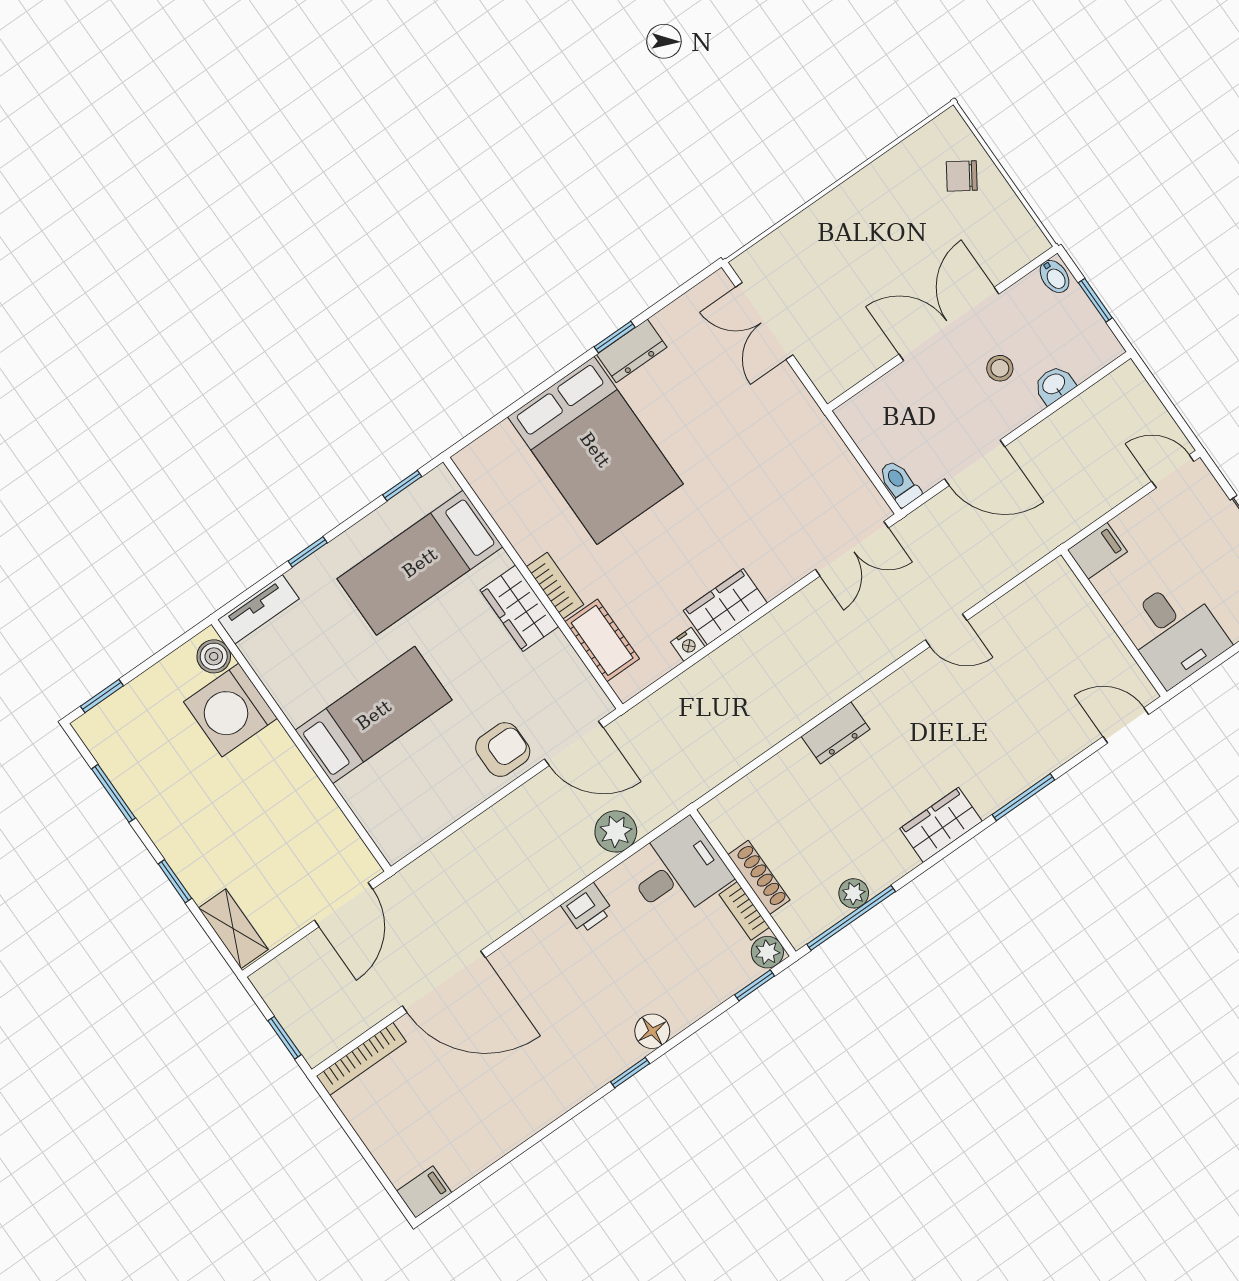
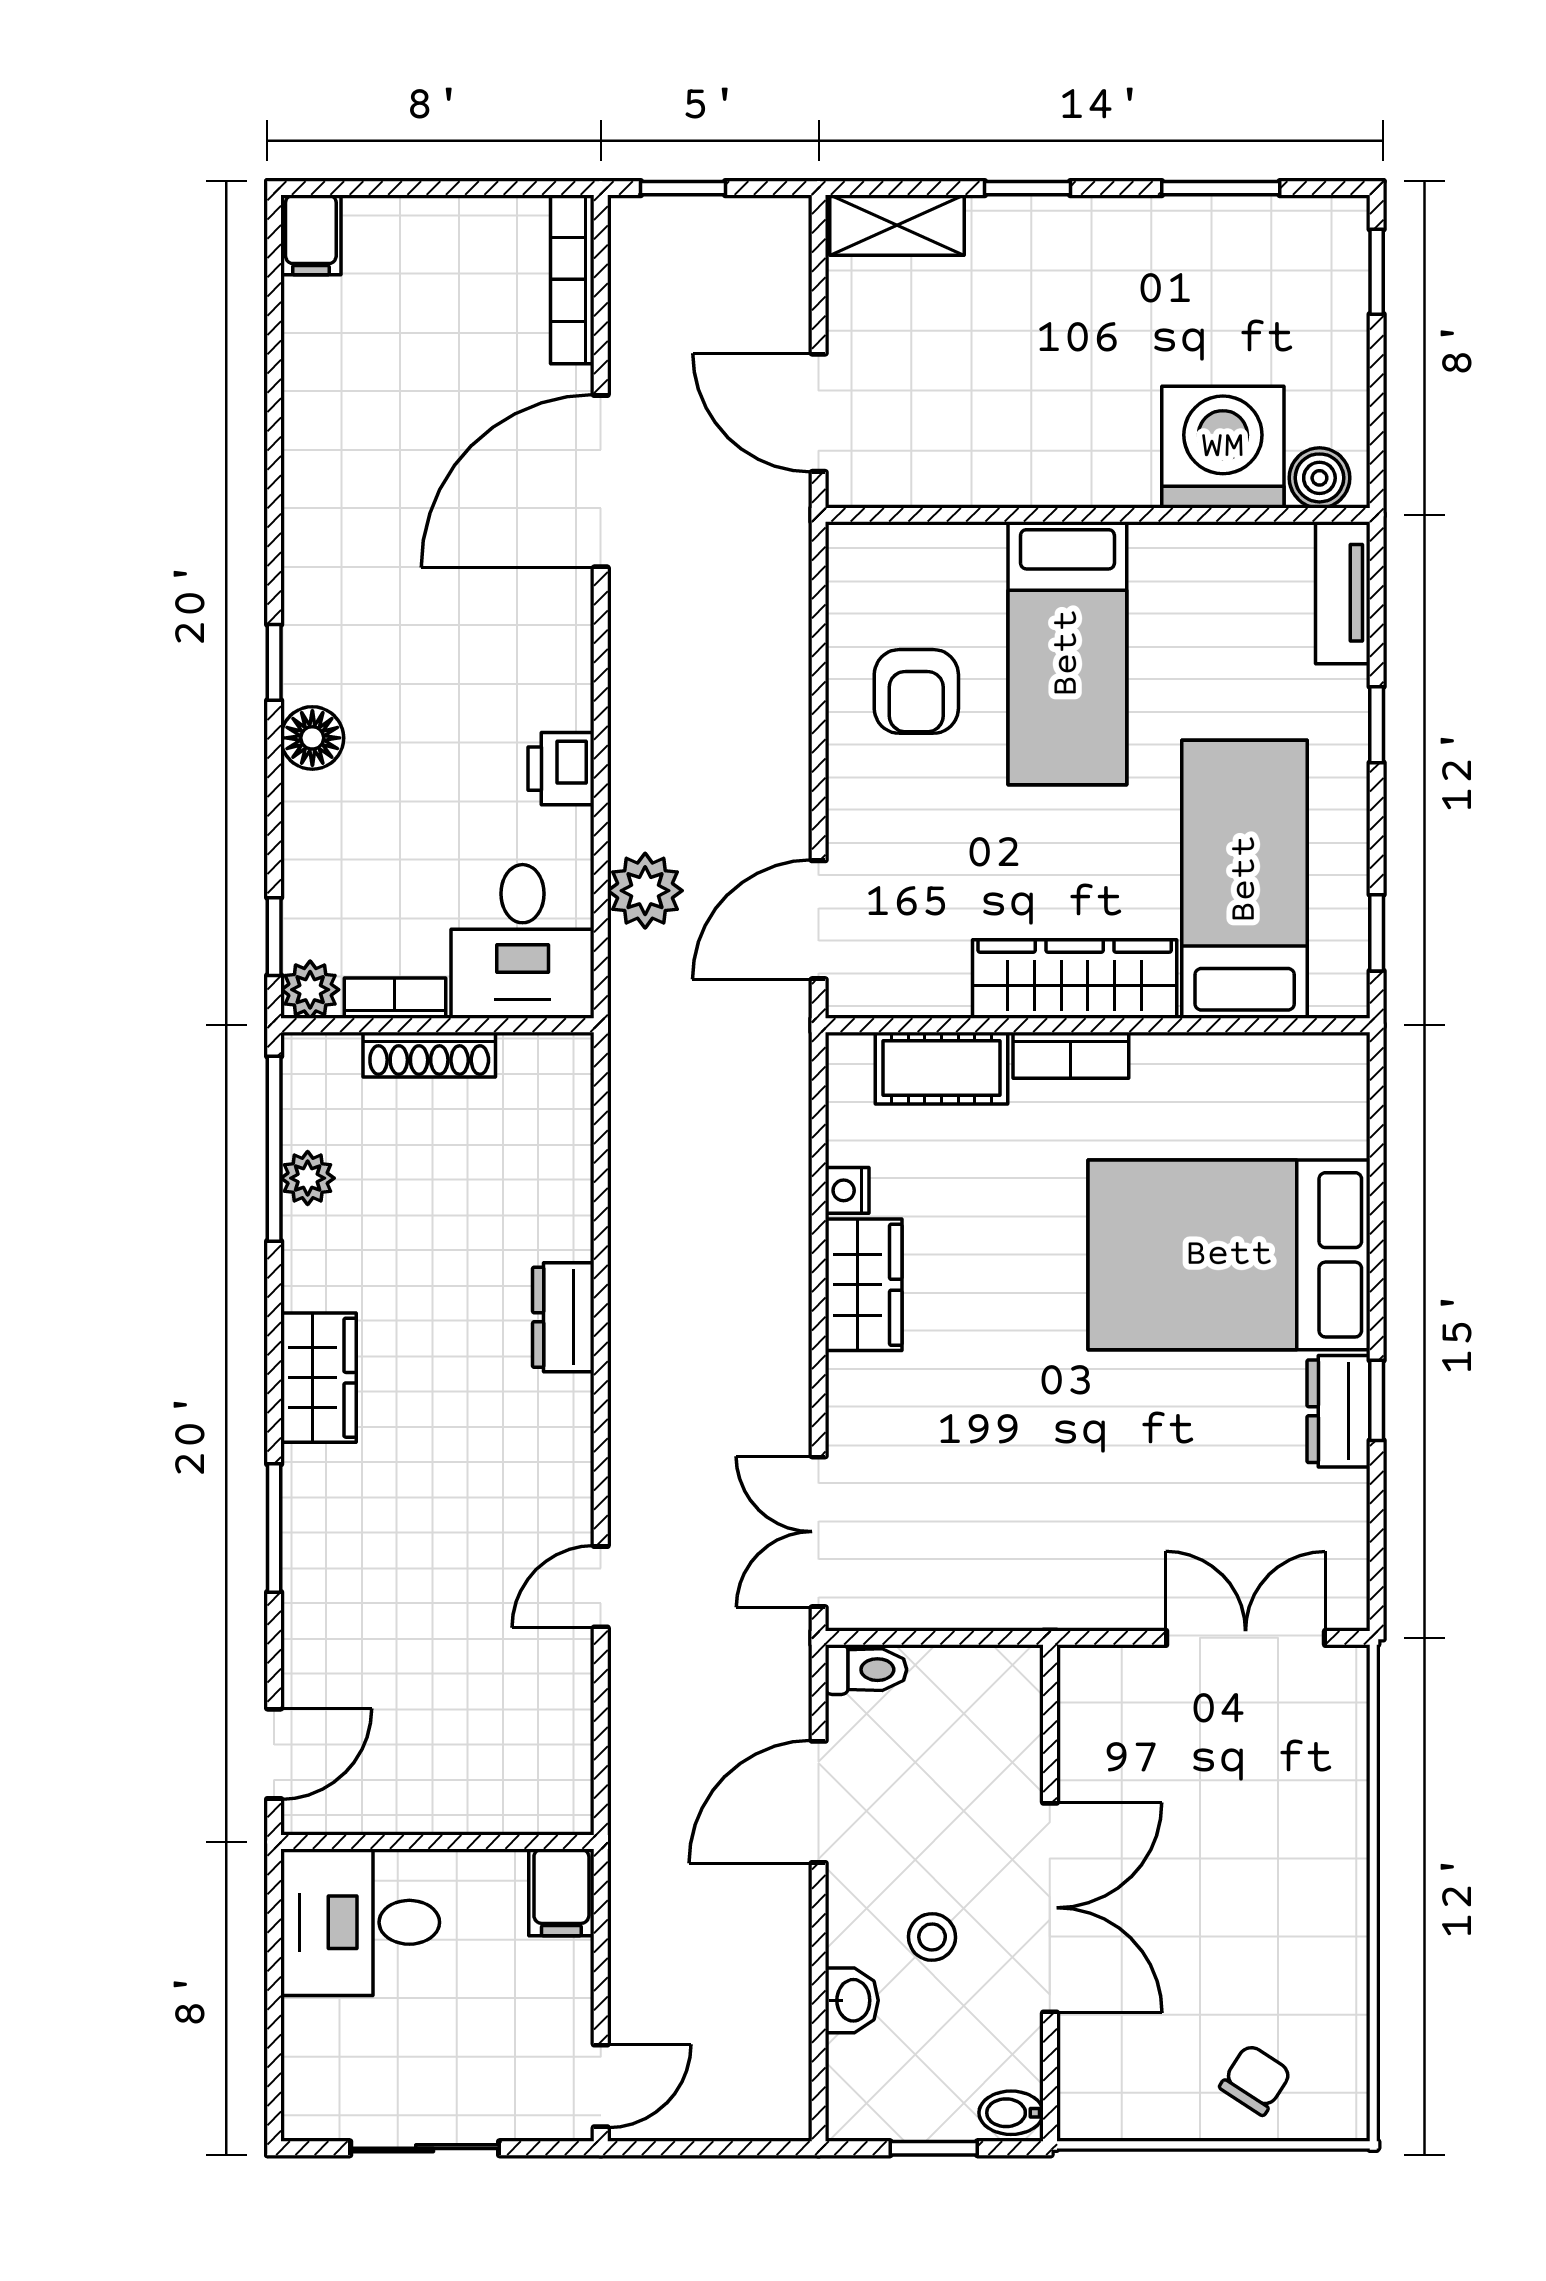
wardrobe: (519, 608) -> (1075, 979), width x1.50
armchair: (503, 750) -> (916, 691), moved

